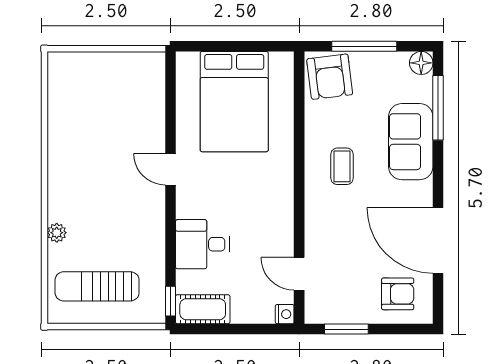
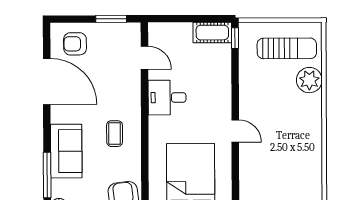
plant: (57, 233) -> (309, 80), width x1.88, depth x1.88
desk: (202, 244) -> (167, 98), moved, turned 180
nightstand: (285, 314) -> (155, 29), removed

